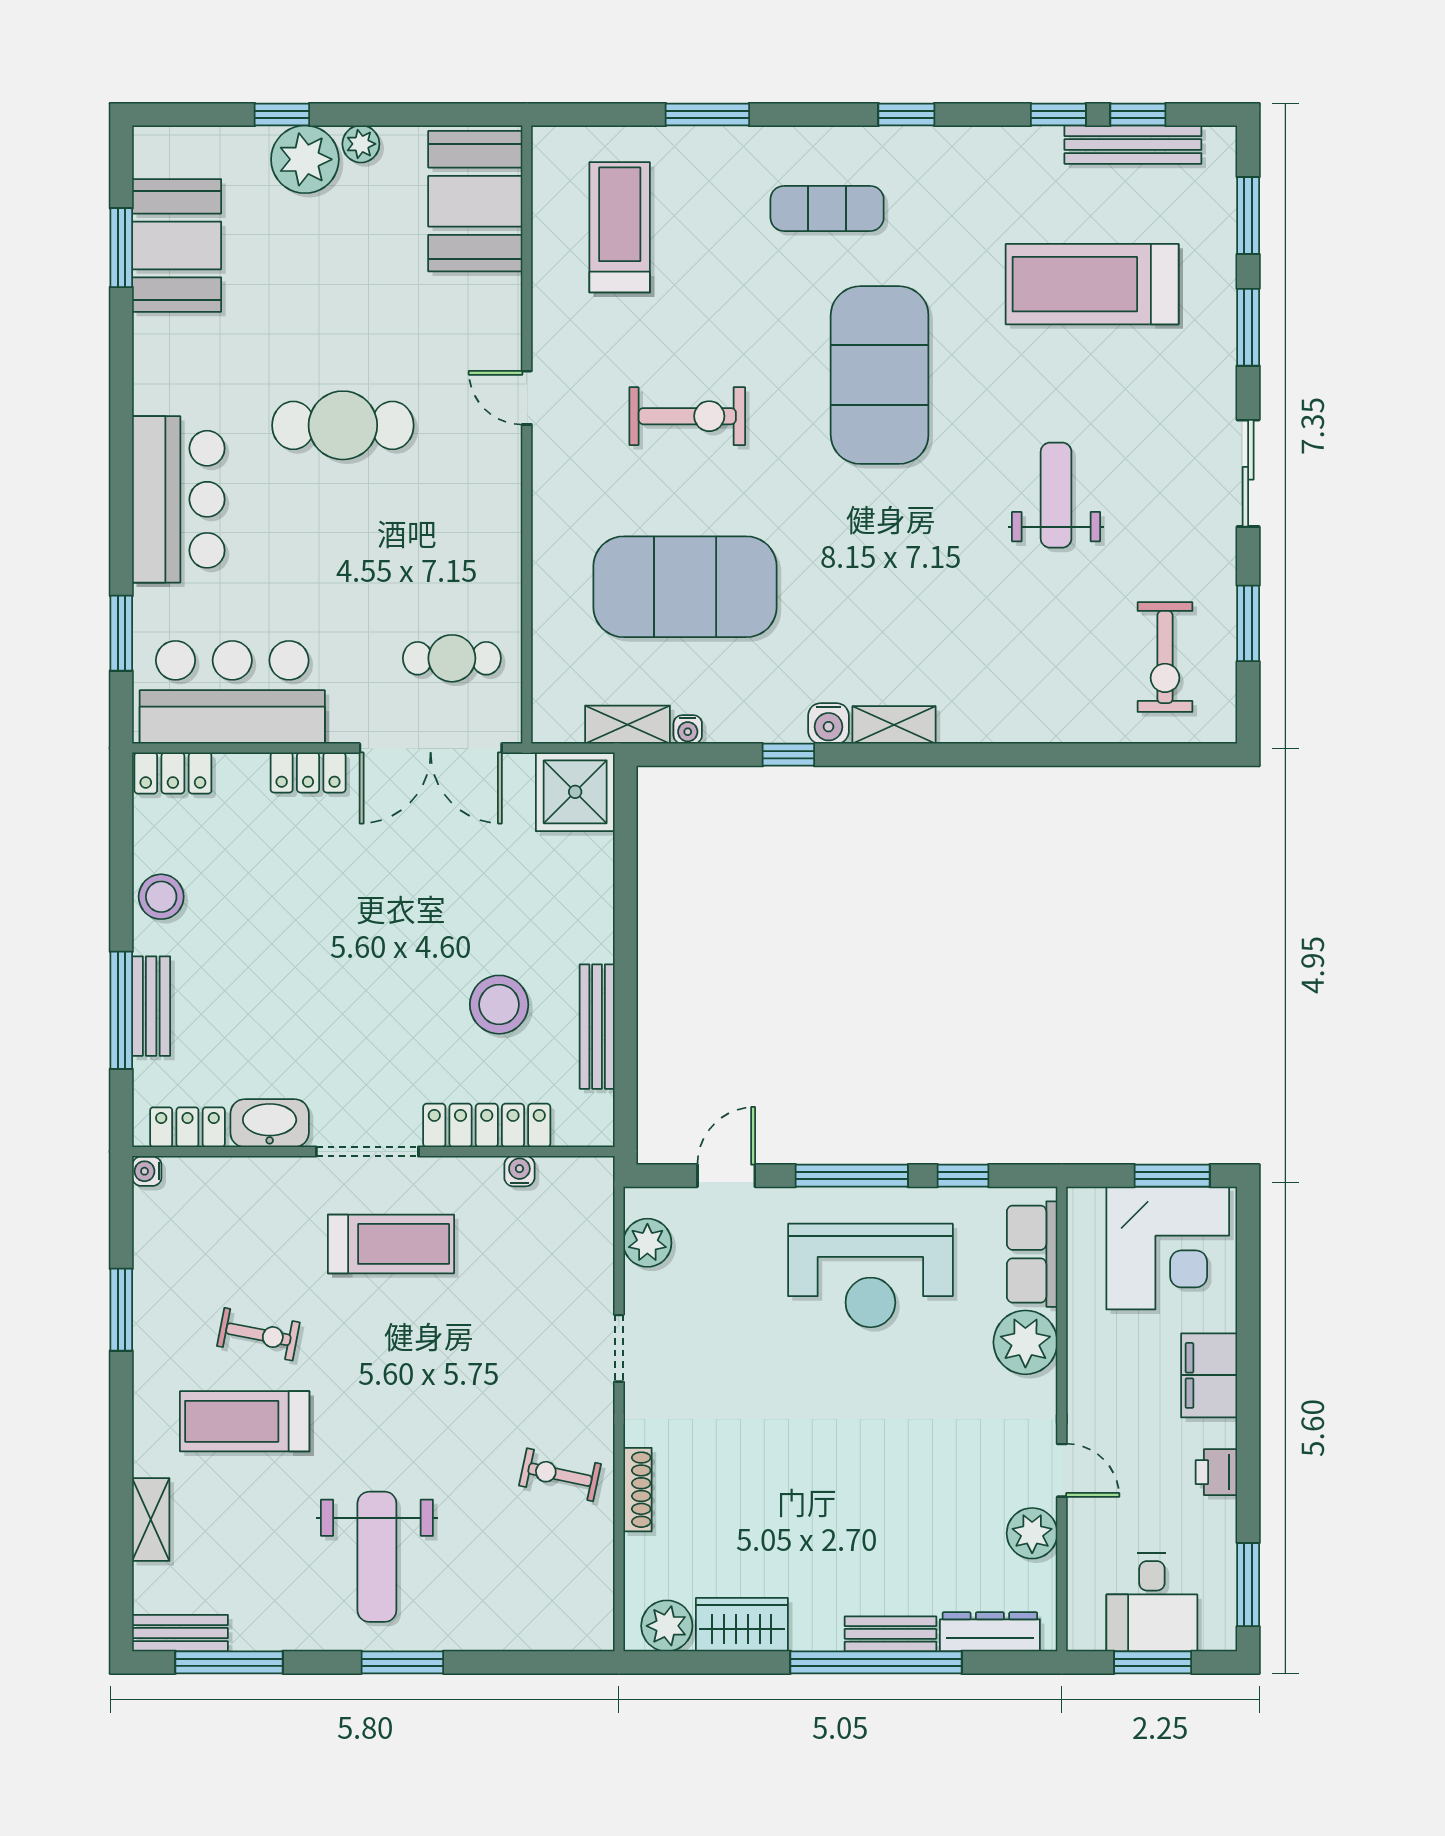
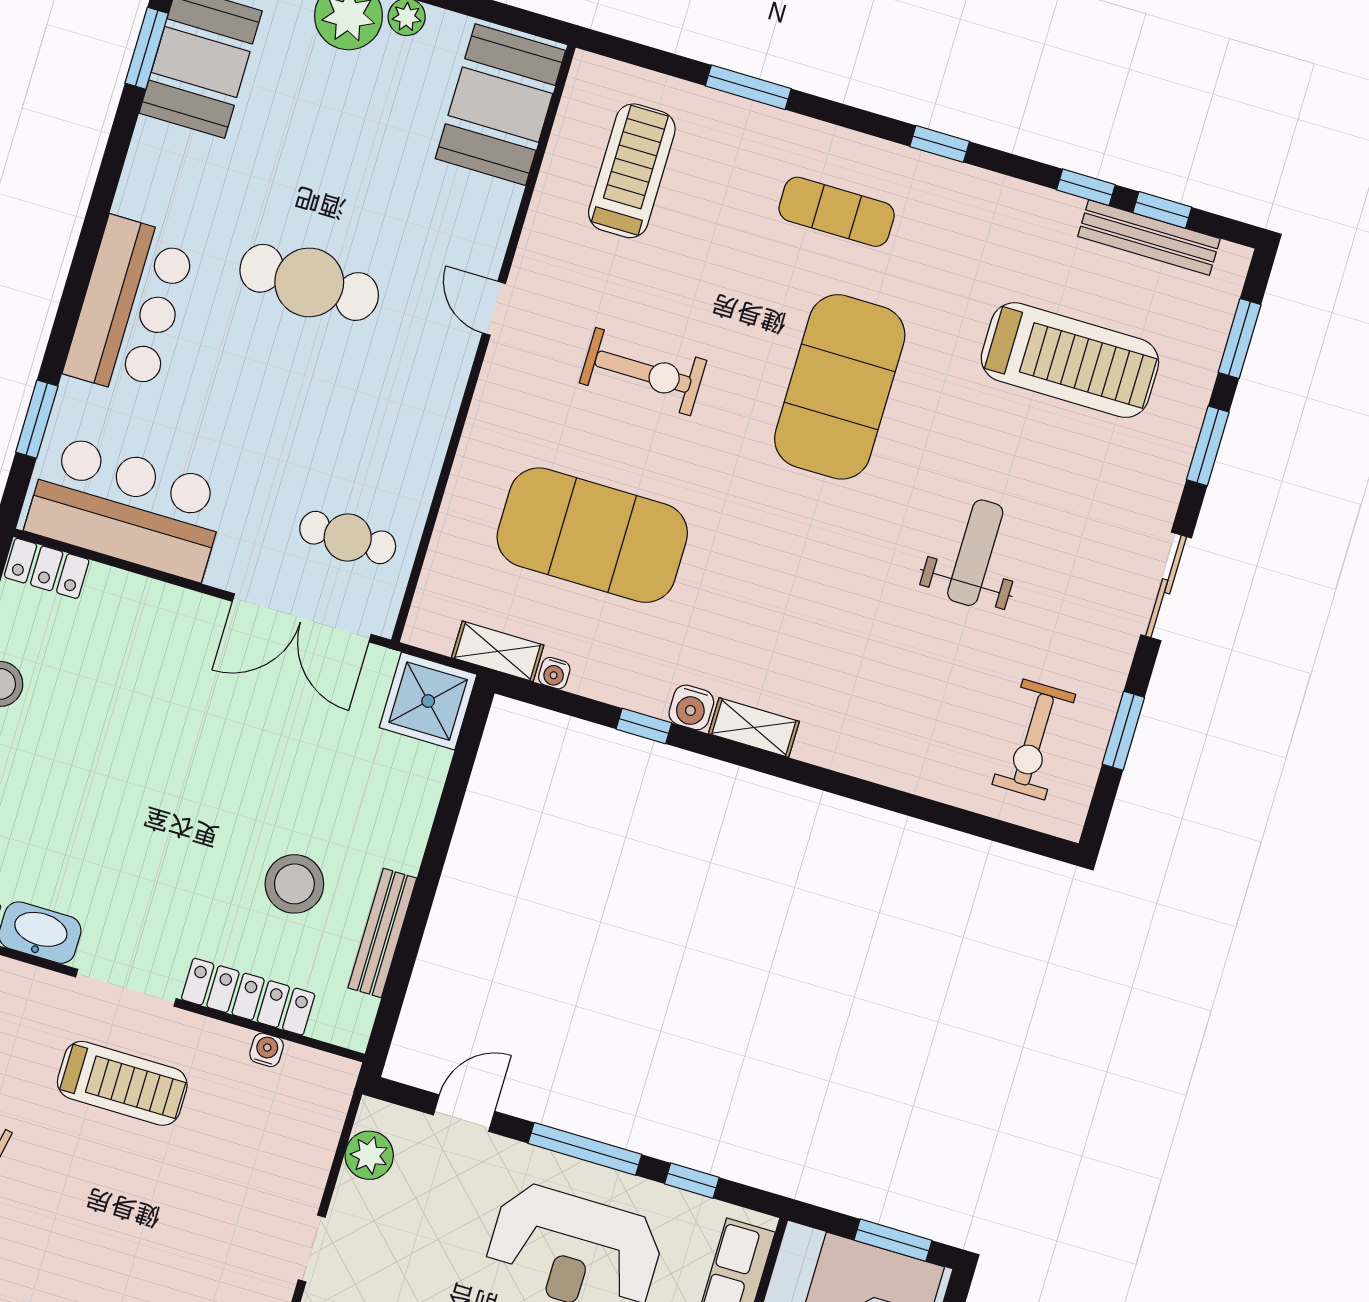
treadmill: (1092, 284) -> (1070, 360), turned 180
locker: (308, 772) -> (177, 606), removed

